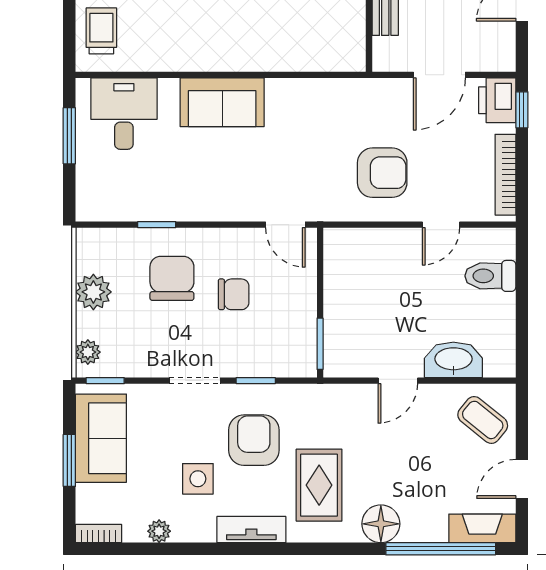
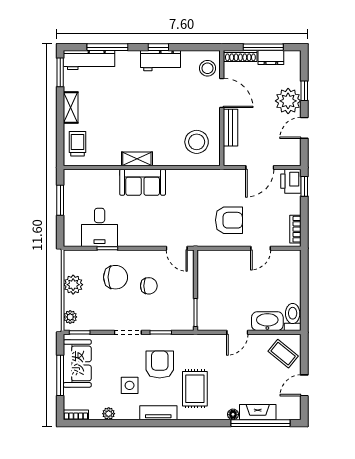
stool: (322, 27) -> (197, 142), added
shelving: (212, 59) -> (137, 159), added
desk: (124, 114) -> (100, 227), moved, turned 180
bookcase: (505, 175) -> (295, 229), width x0.64
toilet: (490, 276) -> (293, 317), moved, turned 90
chair: (172, 278) -> (116, 277), turned 90
window: (69, 460) -> (60, 375), width x1.44
floor lamp: (381, 524) -> (233, 414), width x0.53, depth x0.53
fireplace: (482, 528) -> (258, 412), moved

